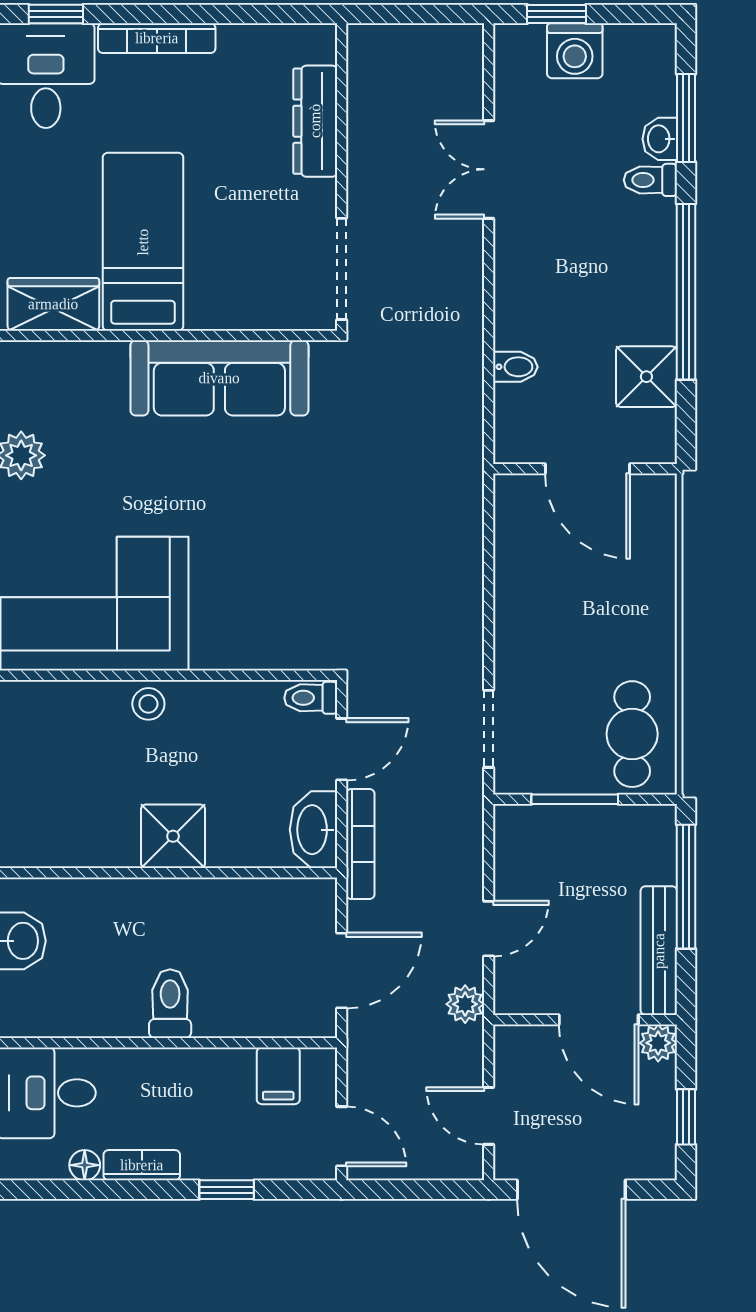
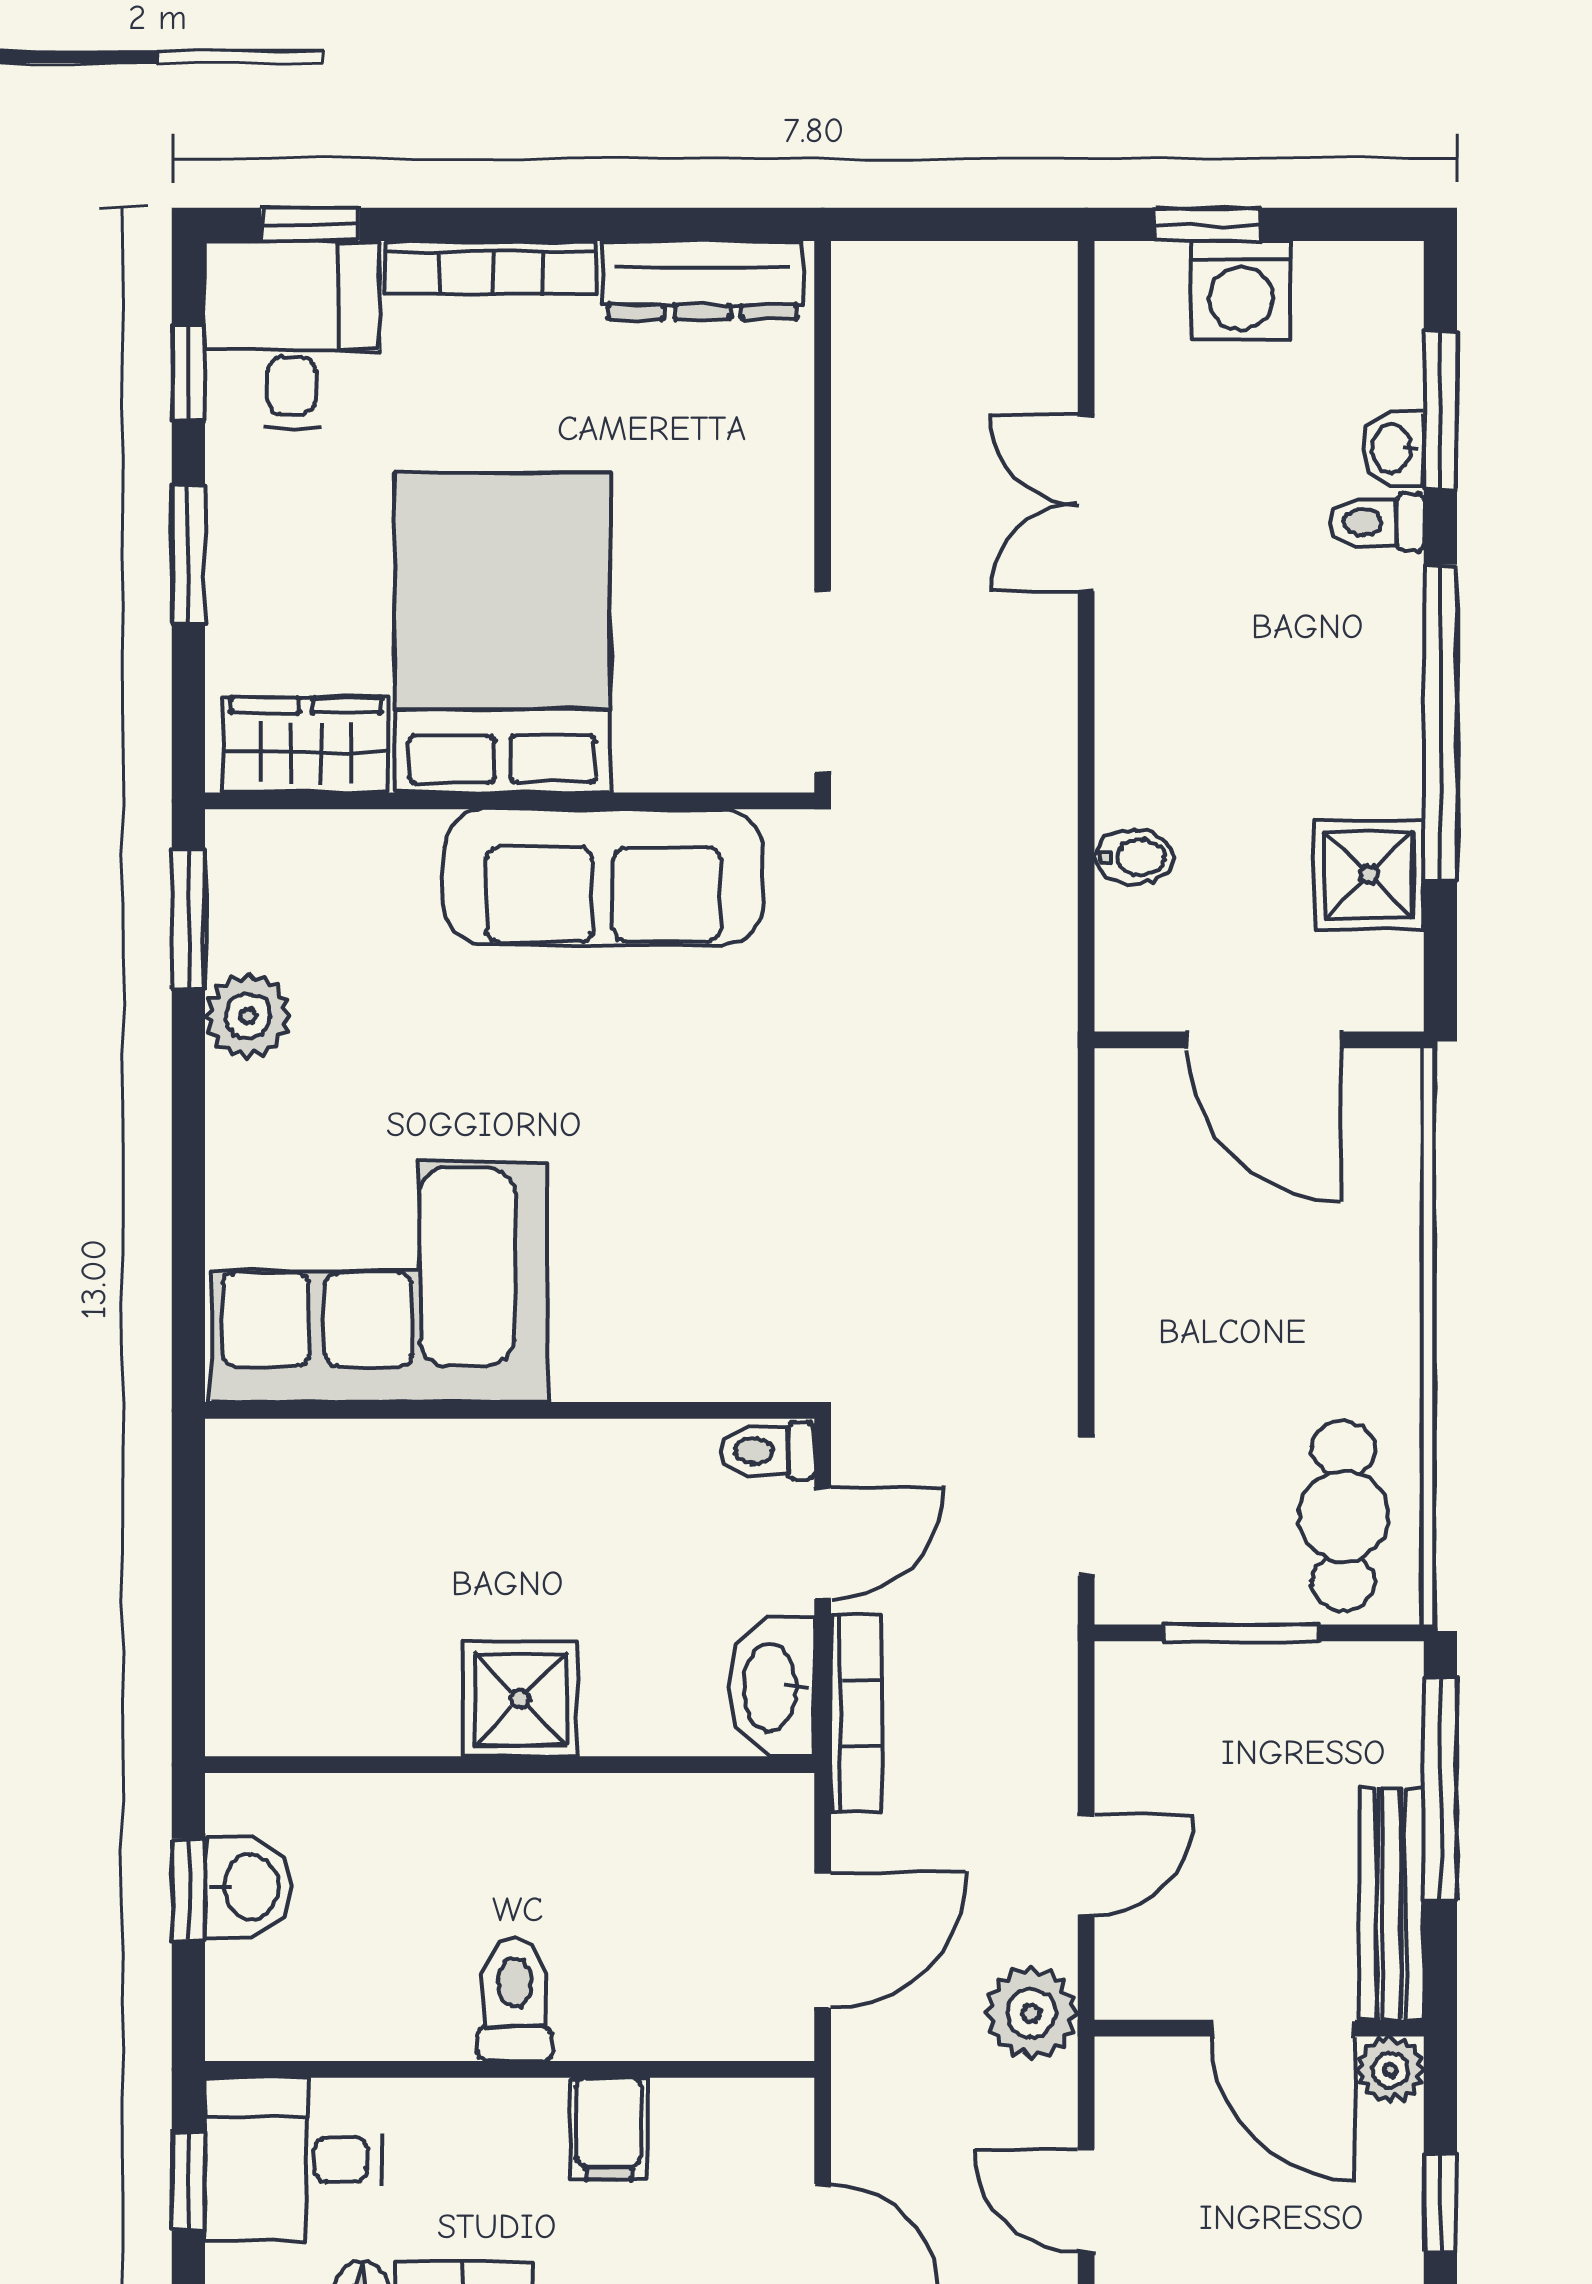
dresser: (315, 121) -> (702, 280), moved, turned -90
bed: (143, 242) -> (502, 633), width x1.50
stool: (148, 704) -> (476, 1462), removed
plant: (465, 1004) -> (1031, 2013), width x1.38, depth x1.38
filing cabinet: (278, 1076) -> (609, 2129), moved

